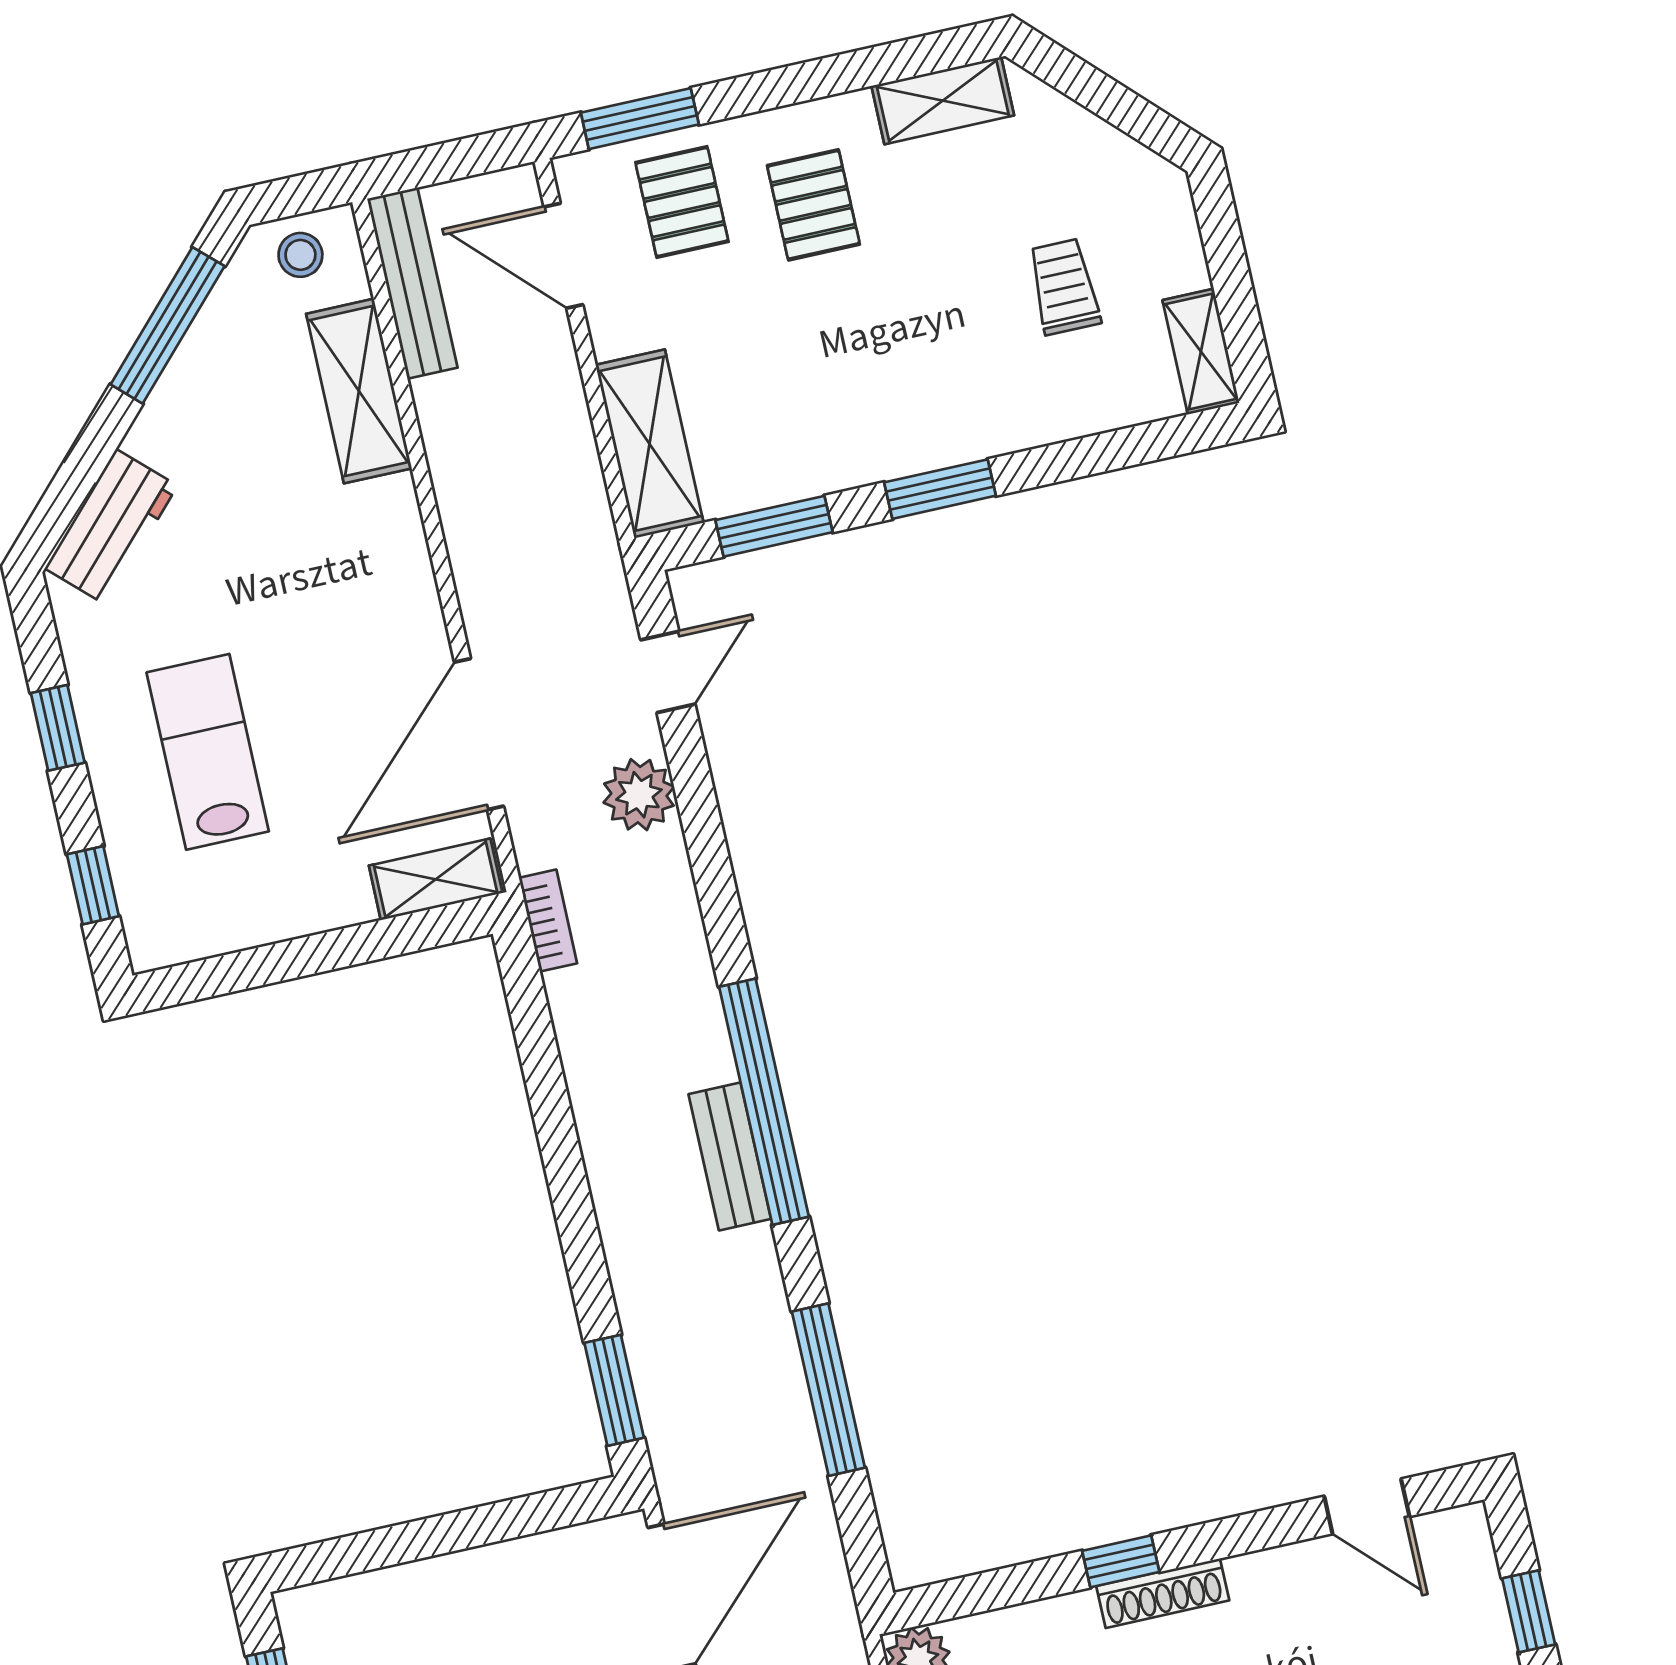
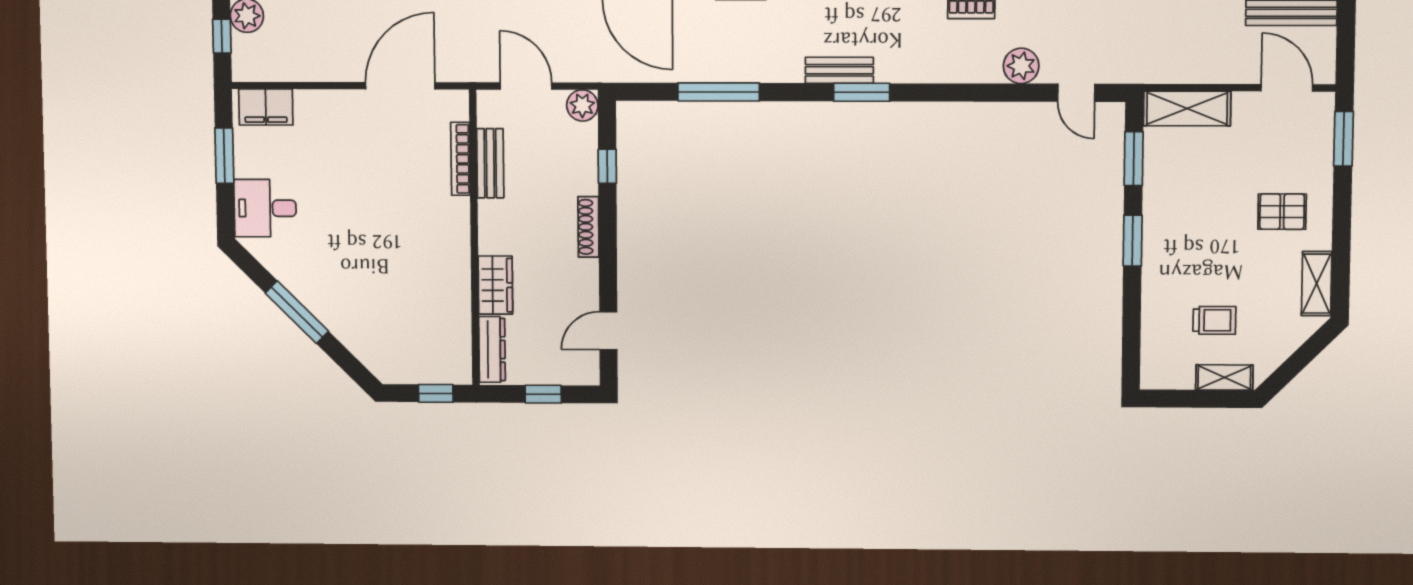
pallet: (682, 202) -> (1299, 150), removed
door: (563, 256) -> (1287, 88), hinge flipped
shelving: (1201, 352) -> (1224, 377), moved
window: (764, 1102) -> (862, 92), width x0.47
window: (1121, 1561) -> (607, 166), moved

